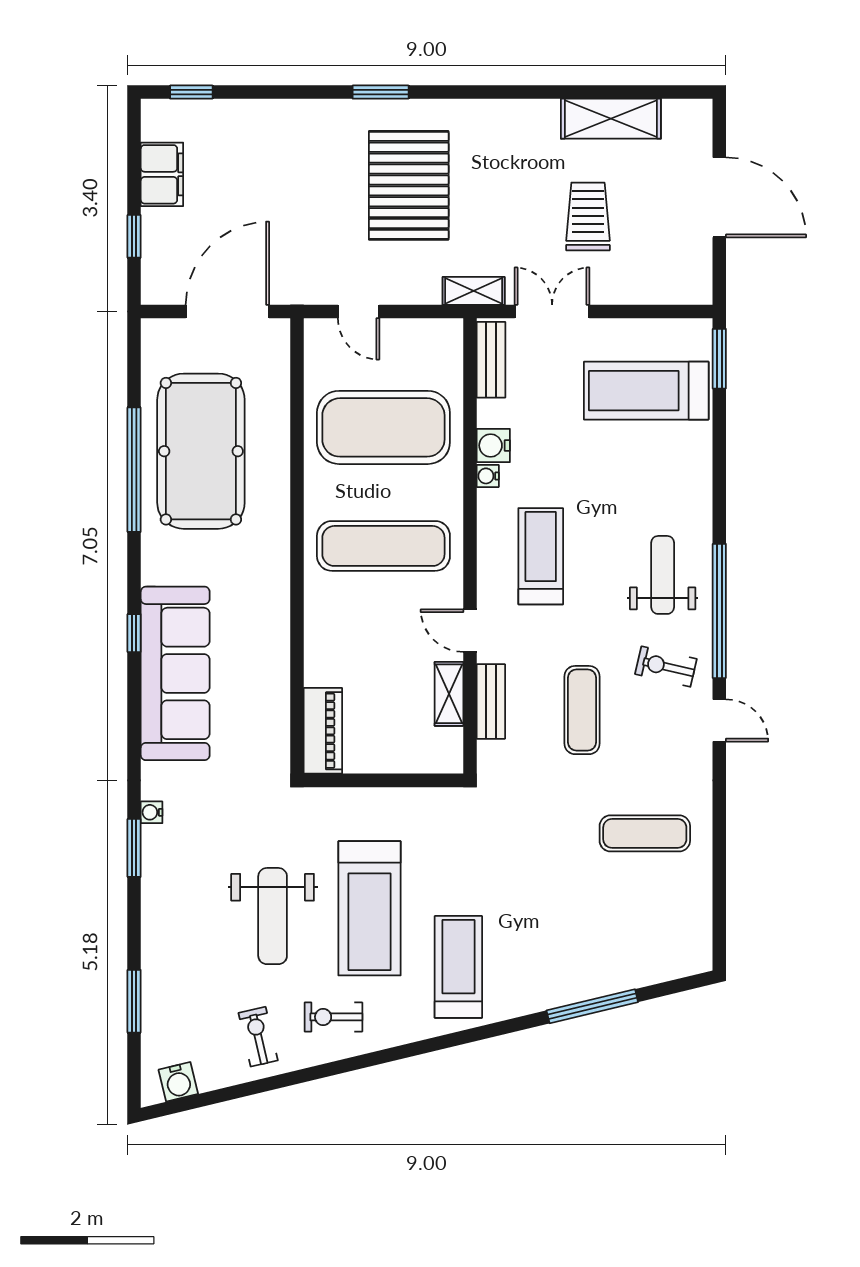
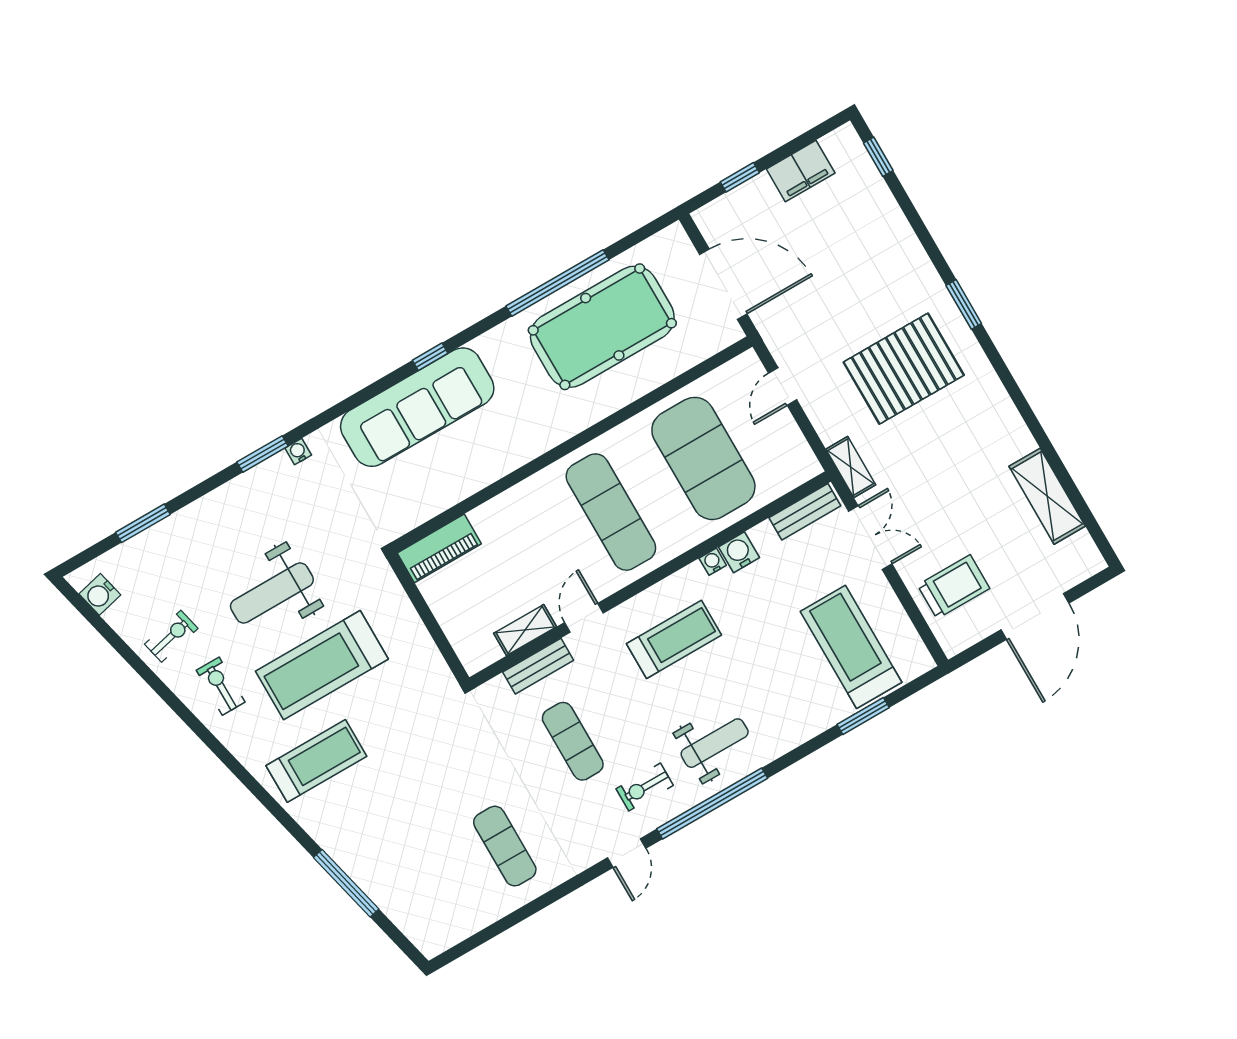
trolley: (588, 216) -> (954, 587), moved
window: (719, 359) -> (863, 716), moved
exercise bike: (666, 667) -> (645, 787), turned -103
exercise mat: (582, 710) -> (573, 741), turned 90

